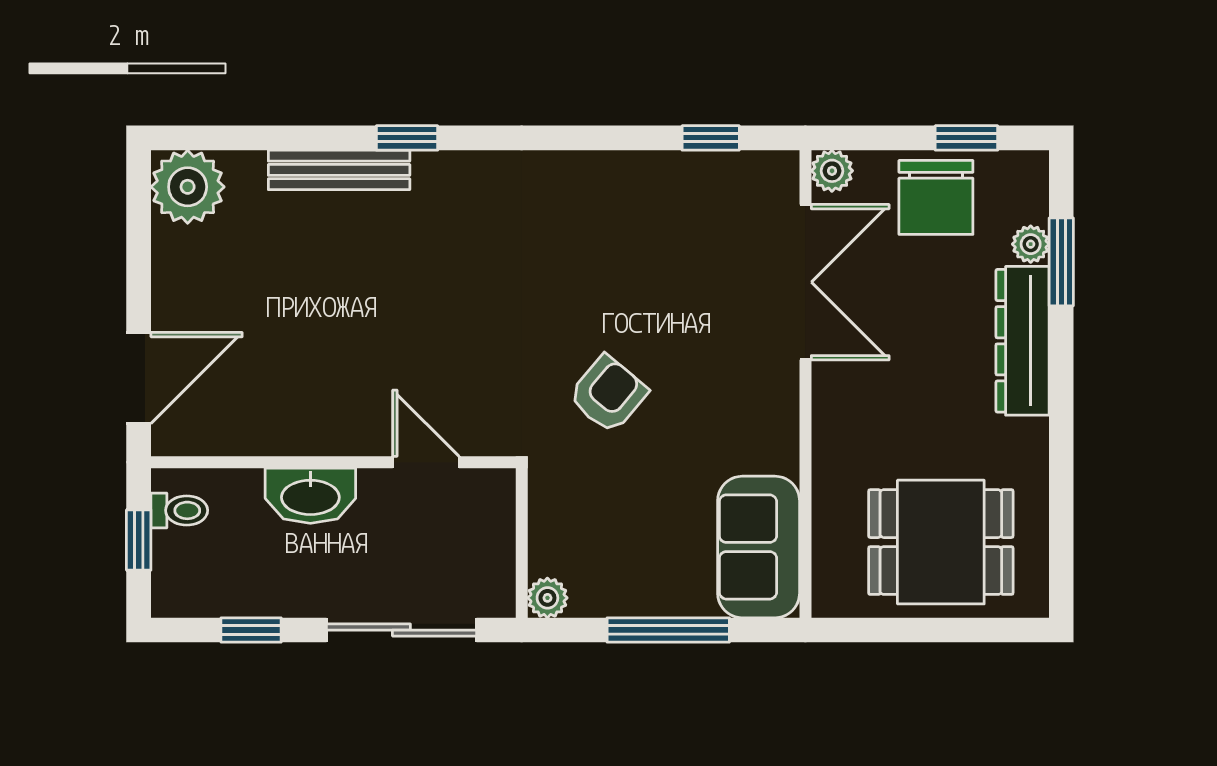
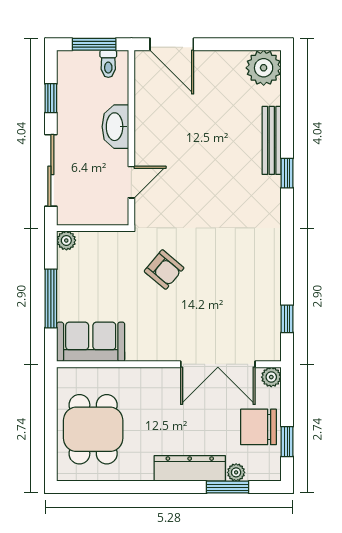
window: (139, 540) -> (94, 44), width x1.50

